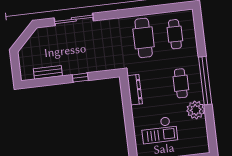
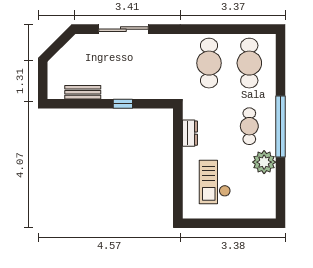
cafe table: (175, 34) -> (249, 63), width x1.37, depth x1.35
dresser: (135, 90) -> (190, 133), width x0.70
checkout: (159, 130) -> (215, 182), turned 90

